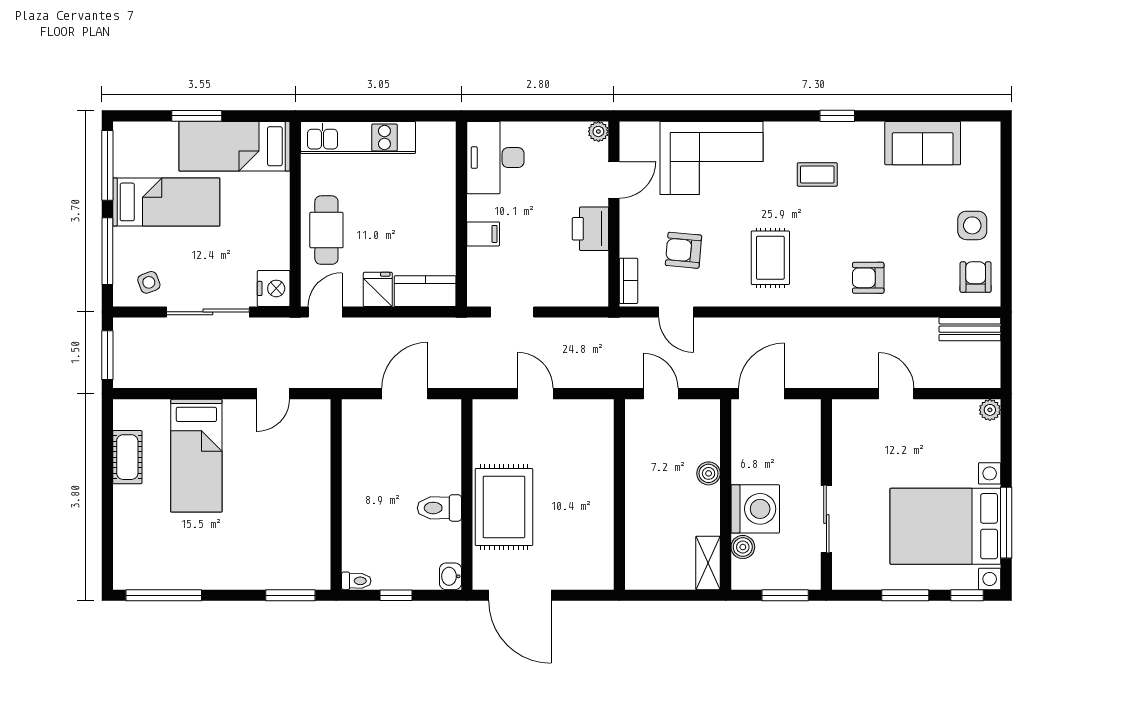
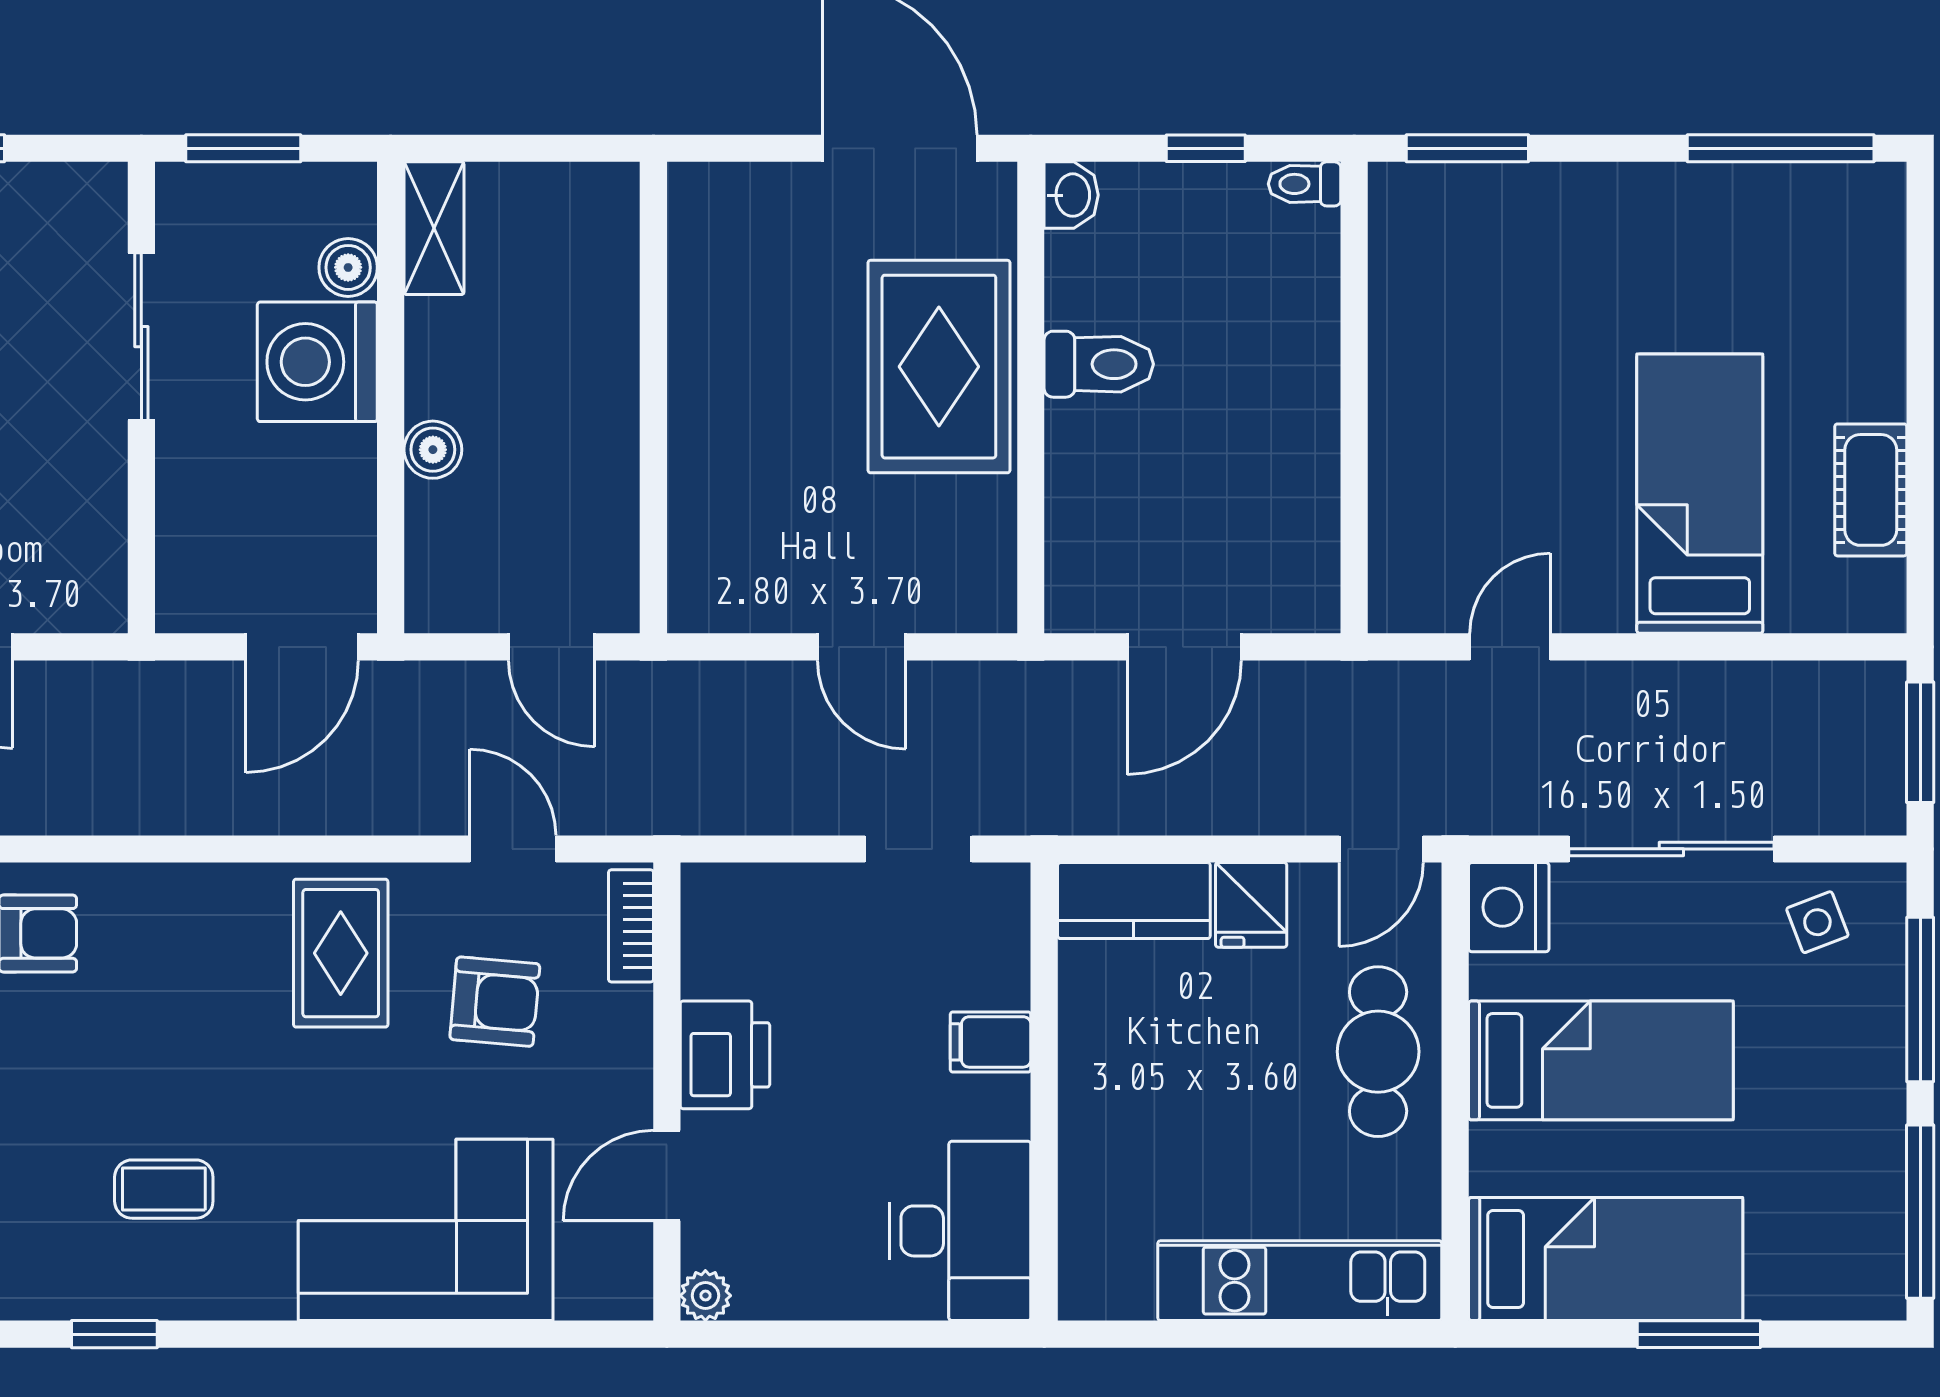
bed: (166, 202) -> (1601, 1060), moved, turned 180
rug: (770, 258) -> (341, 953), moved

